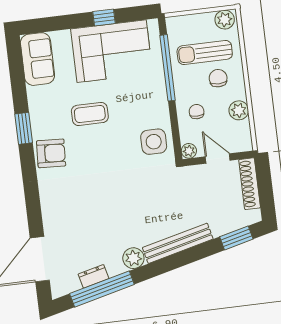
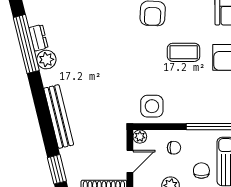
chair: (218, 78) -> (201, 171), turned -90
coffee table: (90, 114) -> (184, 52), turned 90
plant: (133, 258) -> (46, 60), moved

